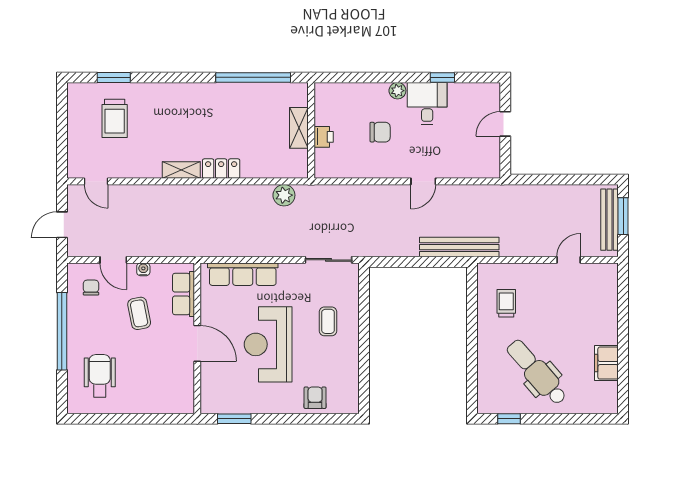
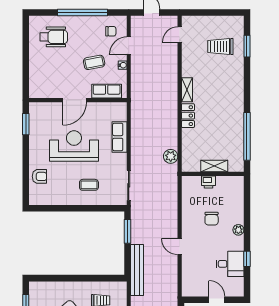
desk: (427, 104) -> (230, 264), moved
window: (400, 262) -> (127, 231), added
row of seats: (243, 274) -> (119, 137), width x0.68

